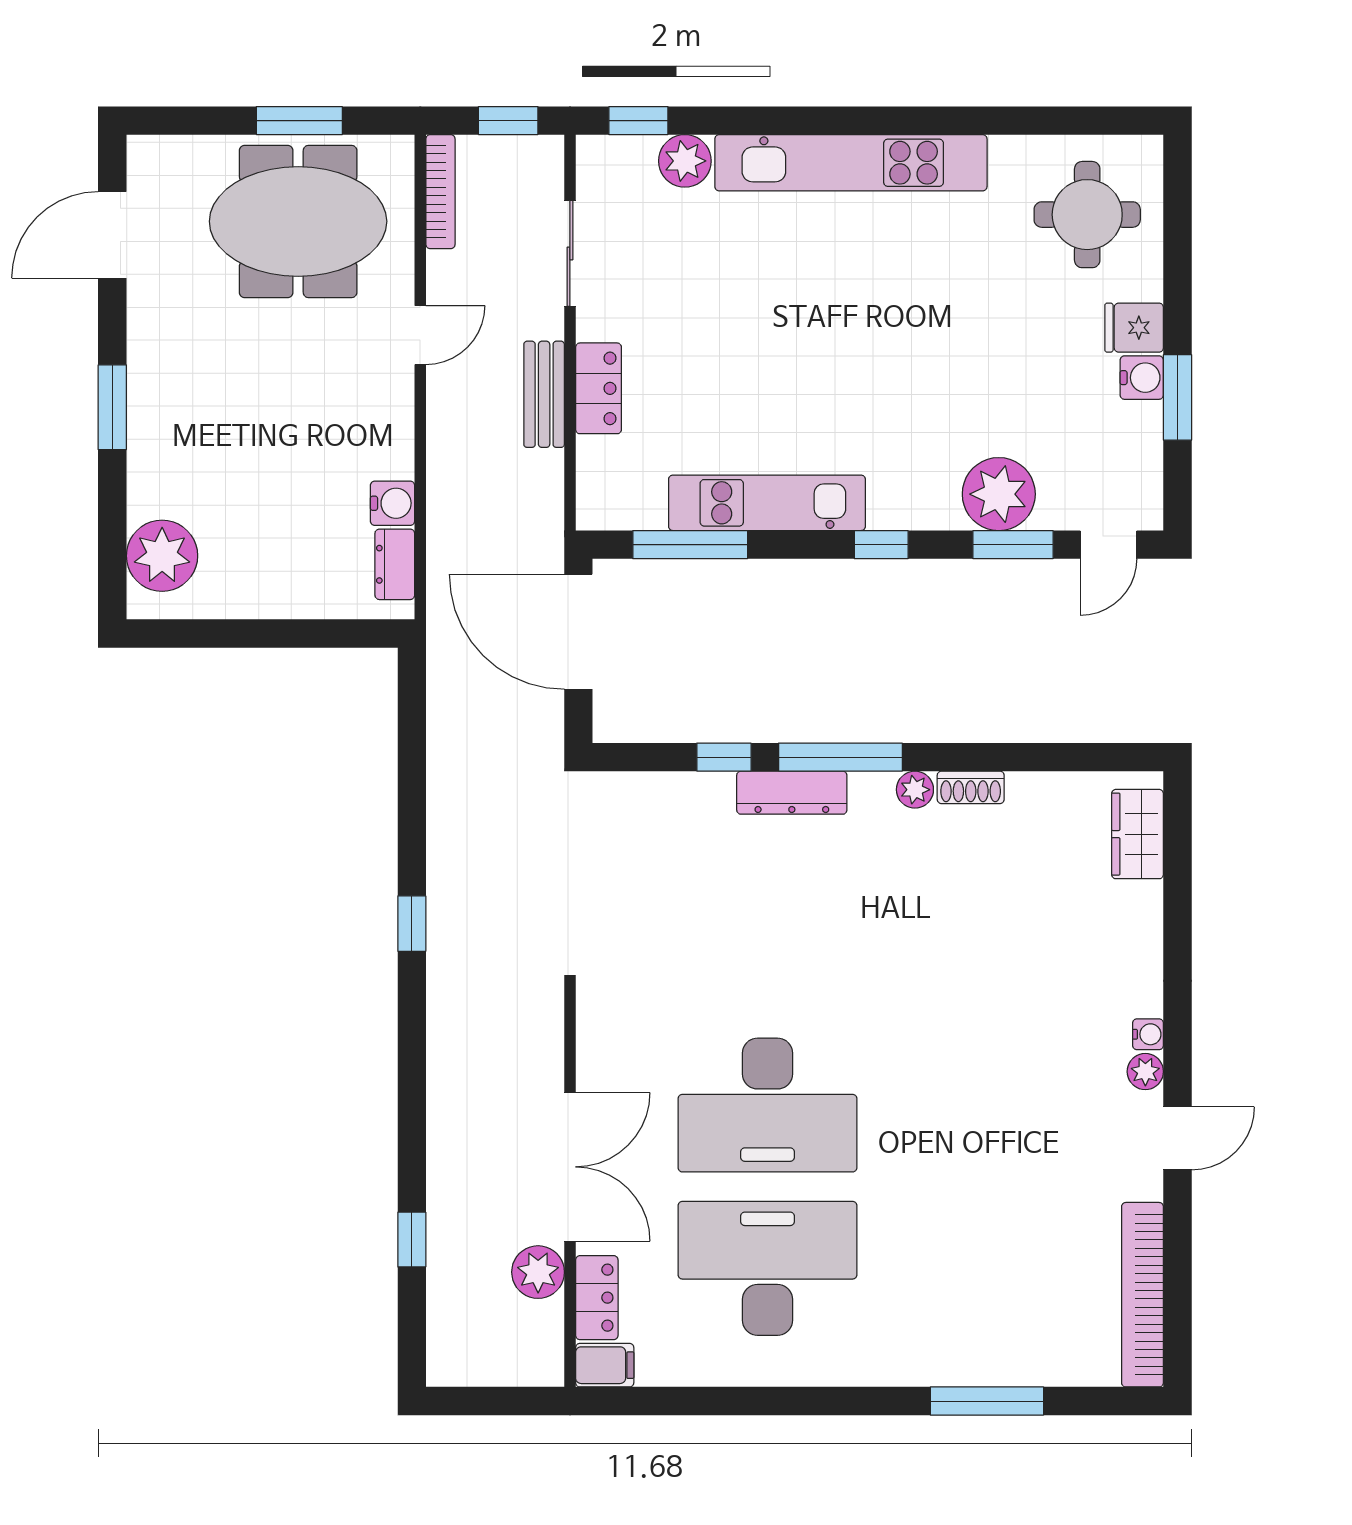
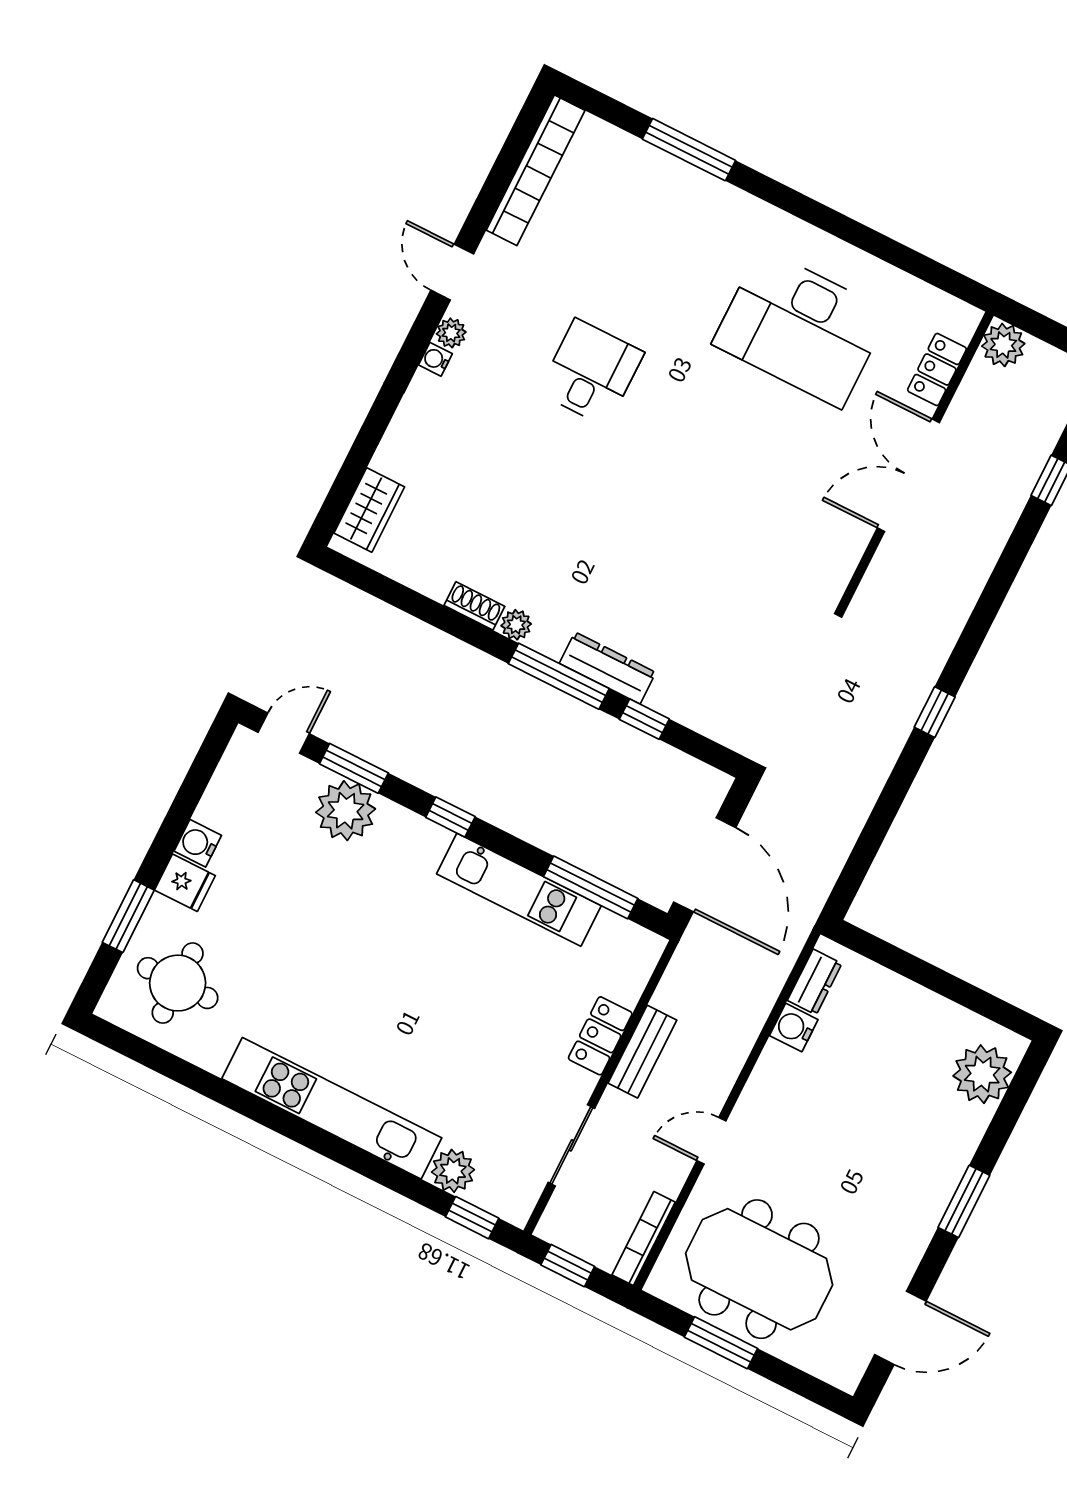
window: (1177, 397) -> (128, 916), moved
desk: (767, 1105) -> (591, 373), moved, width x0.53, depth x0.77
door: (1177, 1138) -> (452, 272), hinge flipped
plant: (538, 1272) -> (1003, 345), moved
filing cabinet: (605, 1365) -> (956, 317), removed

